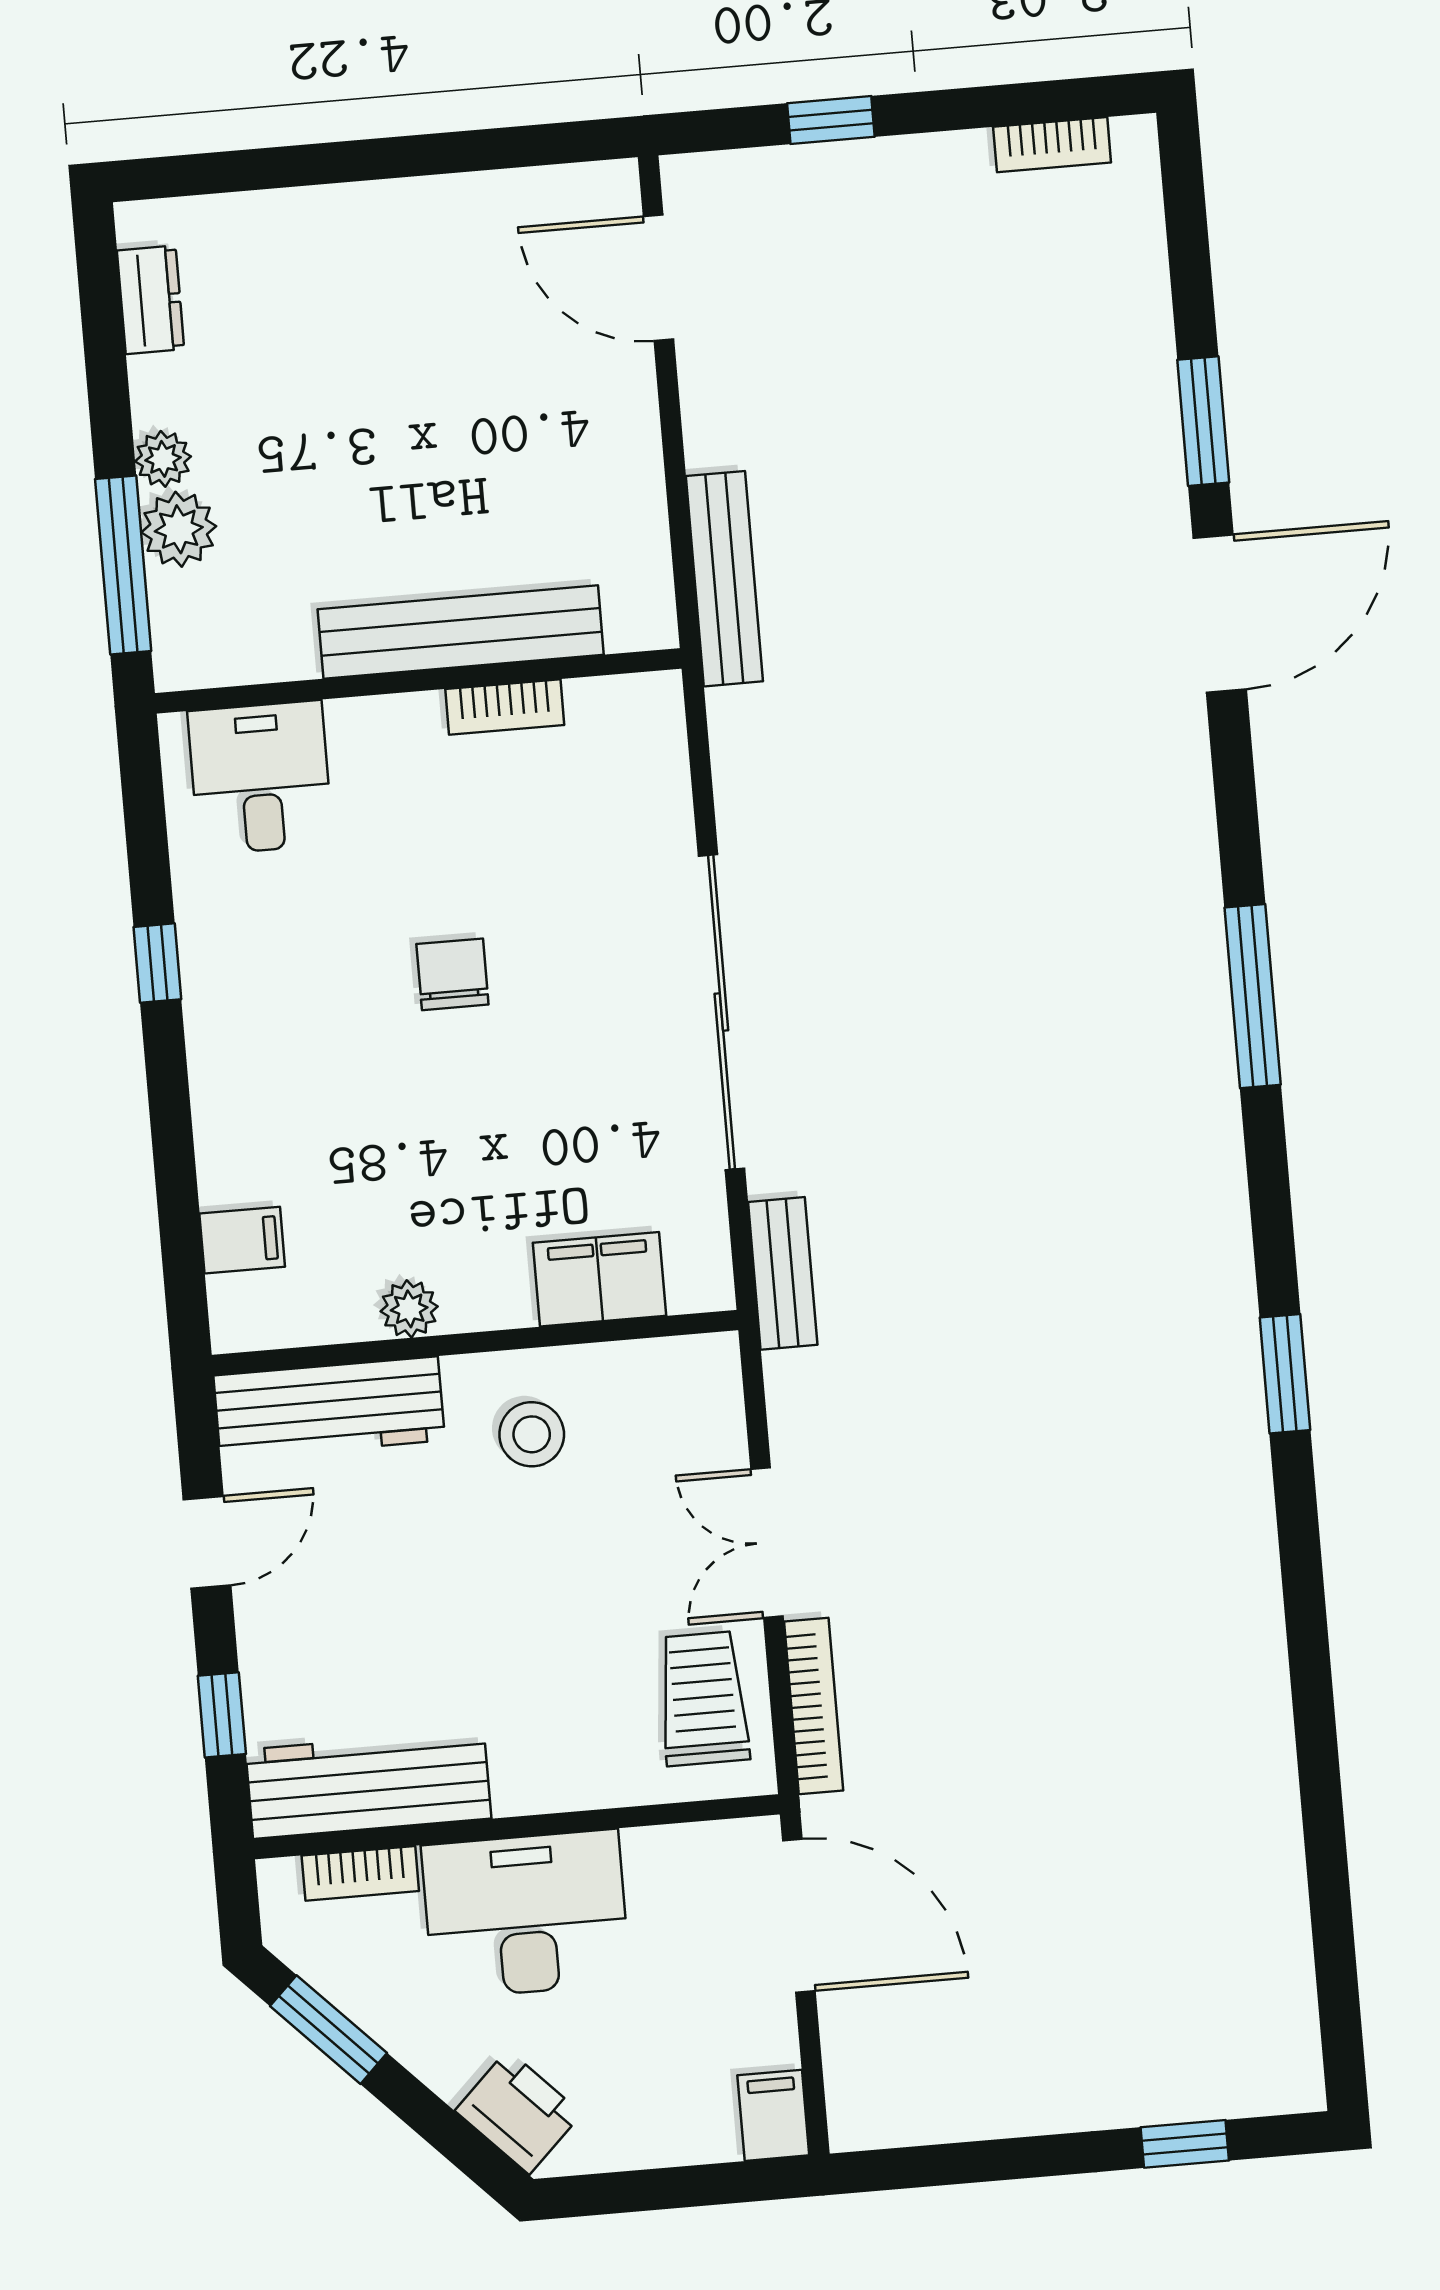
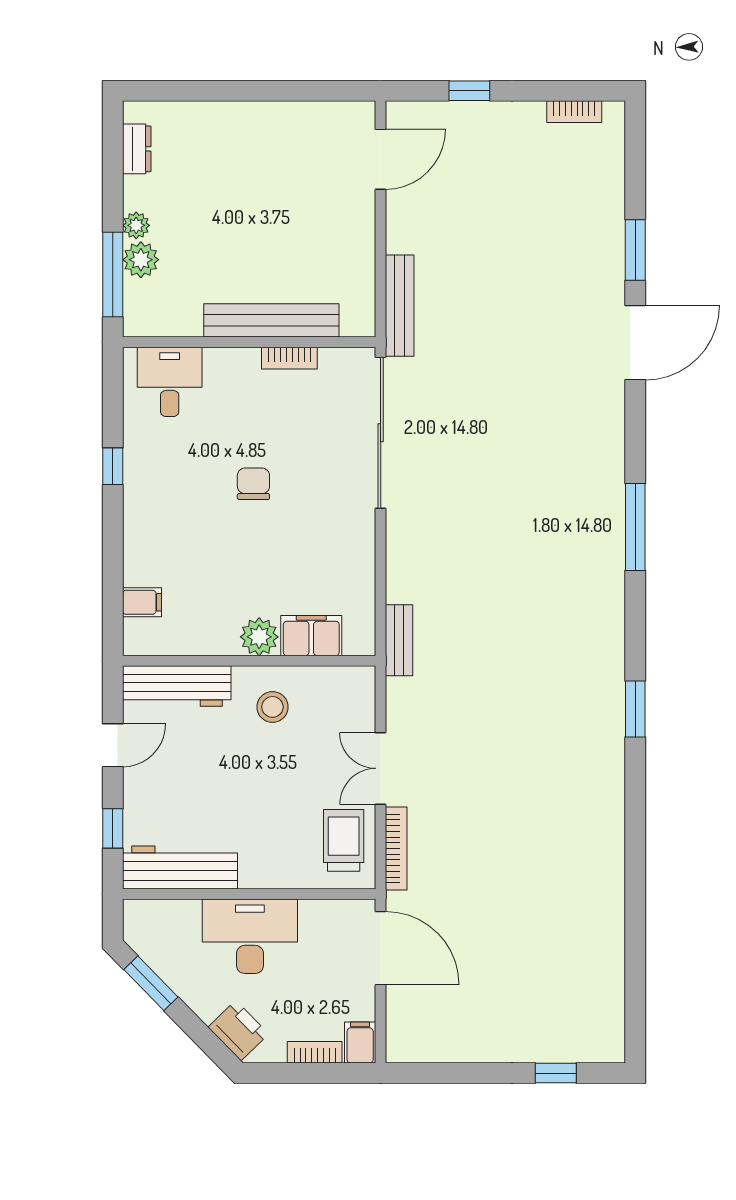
door: (659, 278) -> (381, 159), swing flipped
sliding door: (721, 1012) -> (381, 433), moved
plant: (409, 1309) -> (259, 637), moved, width x1.38, depth x1.38
bookcase: (360, 1873) -> (315, 1052), moved, turned 180

